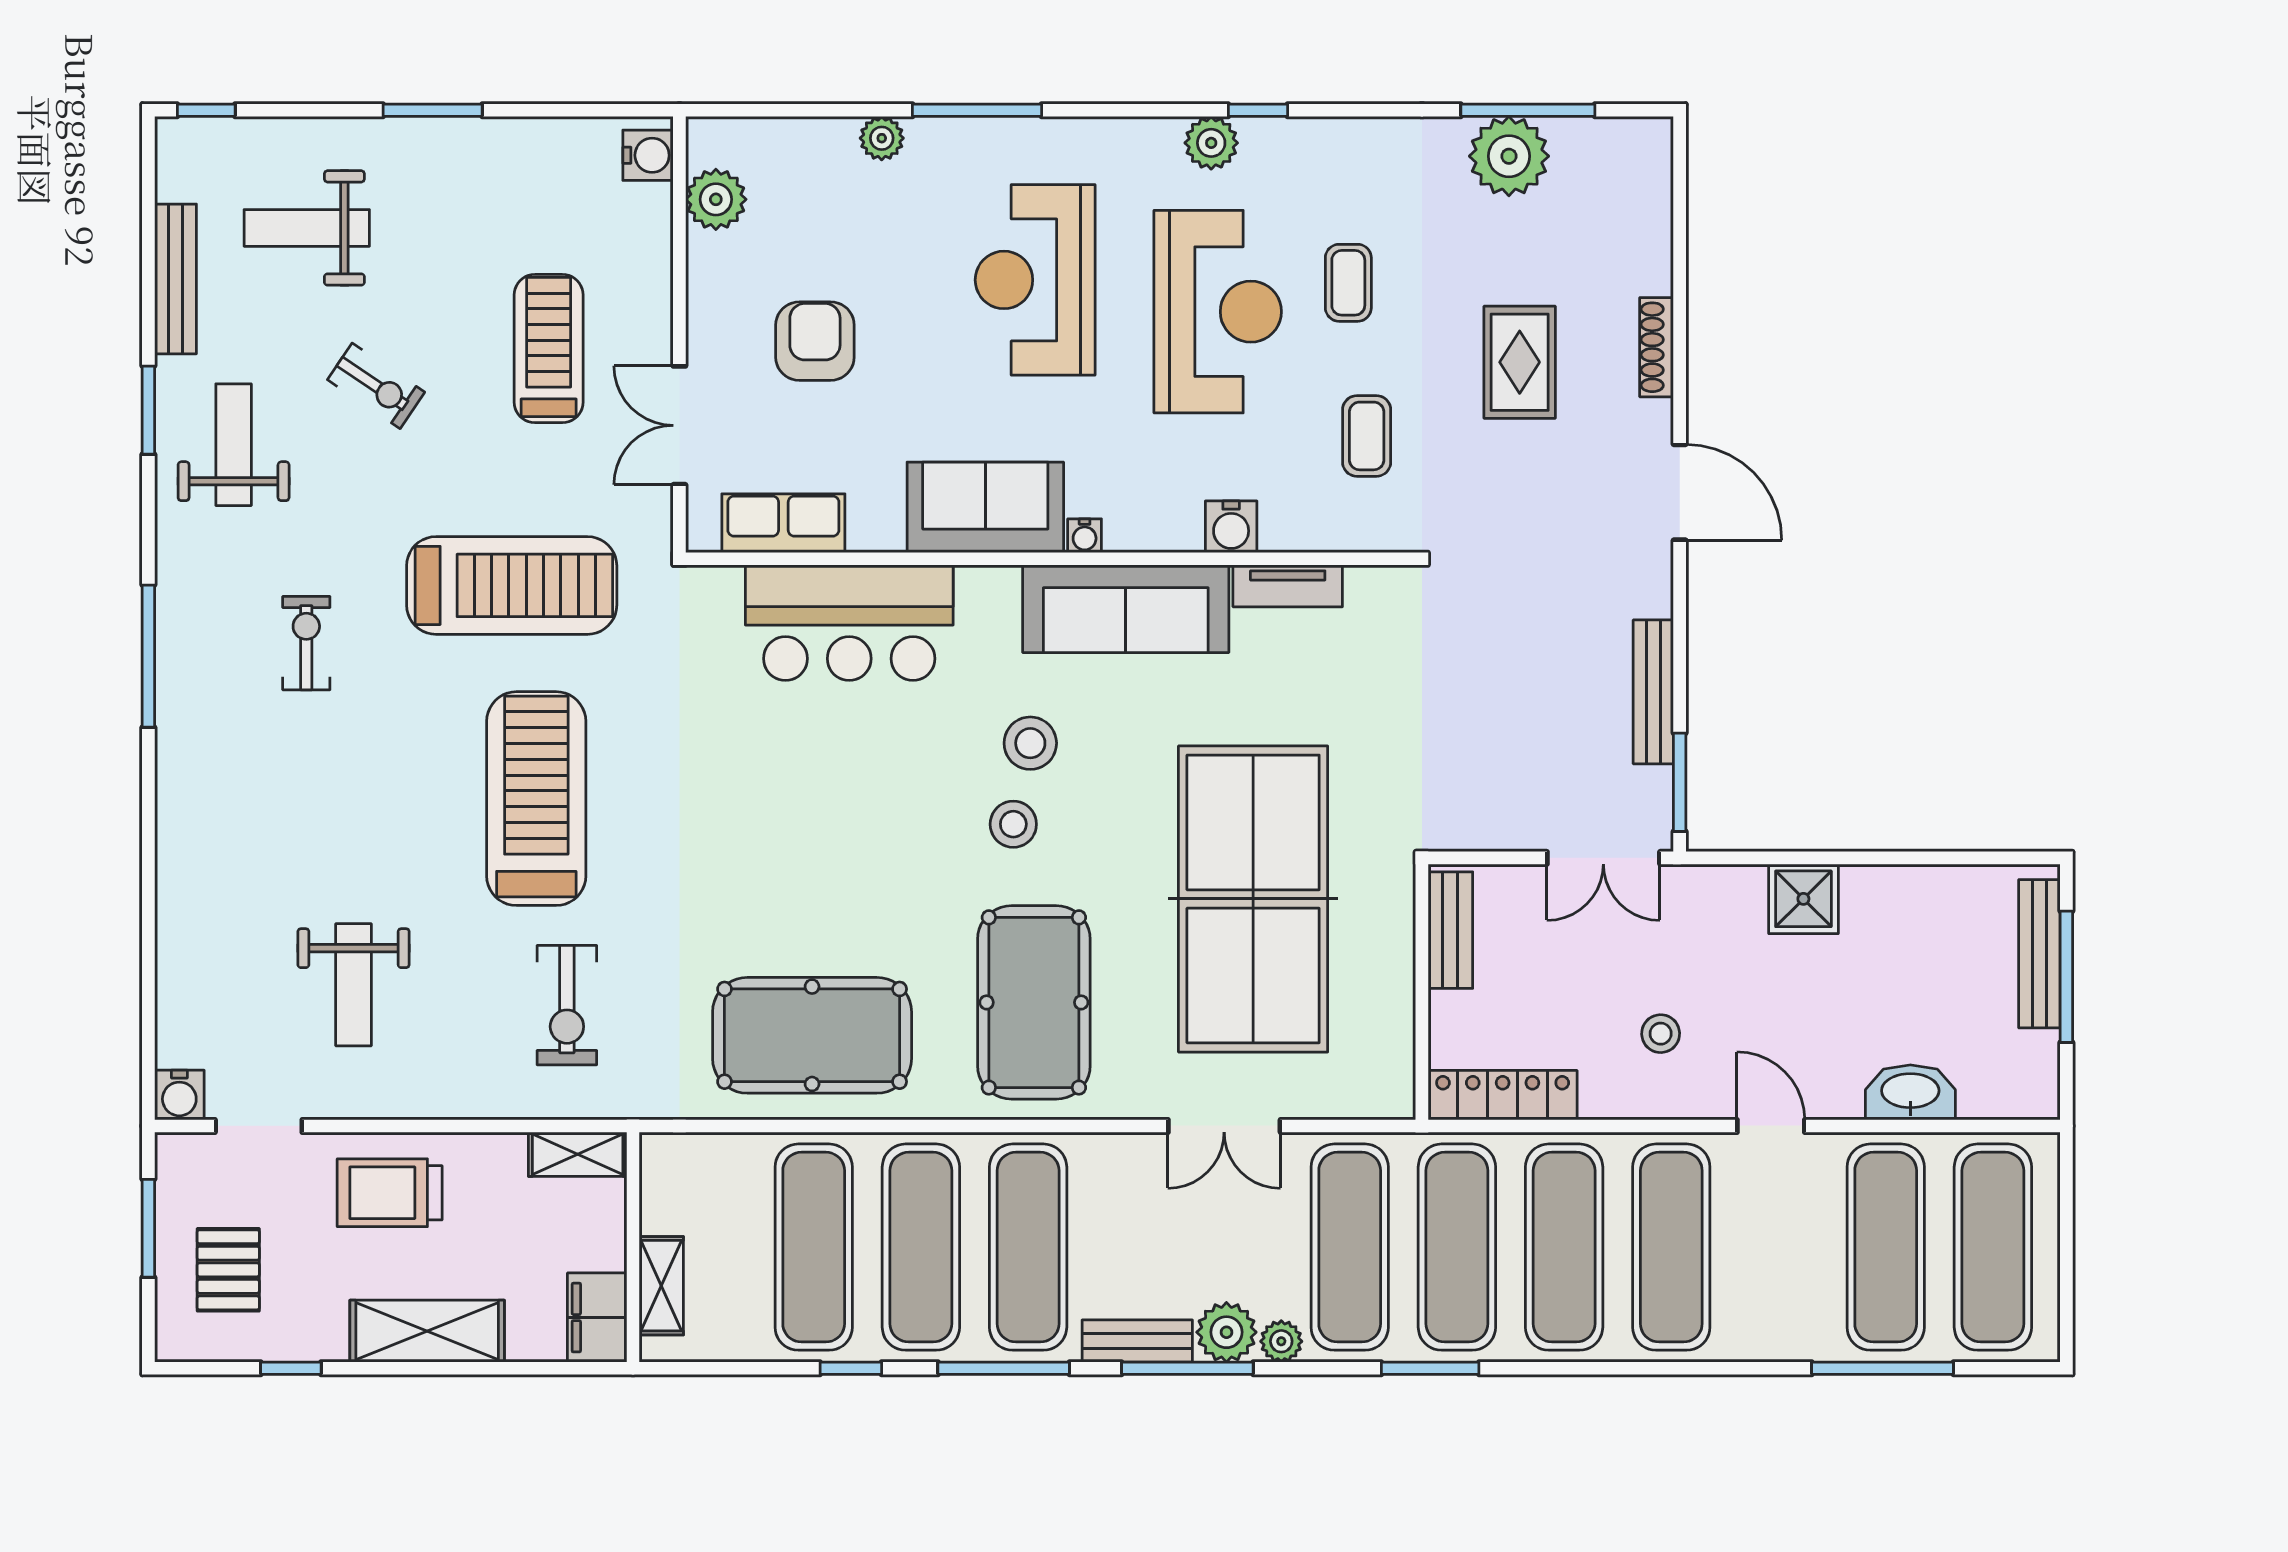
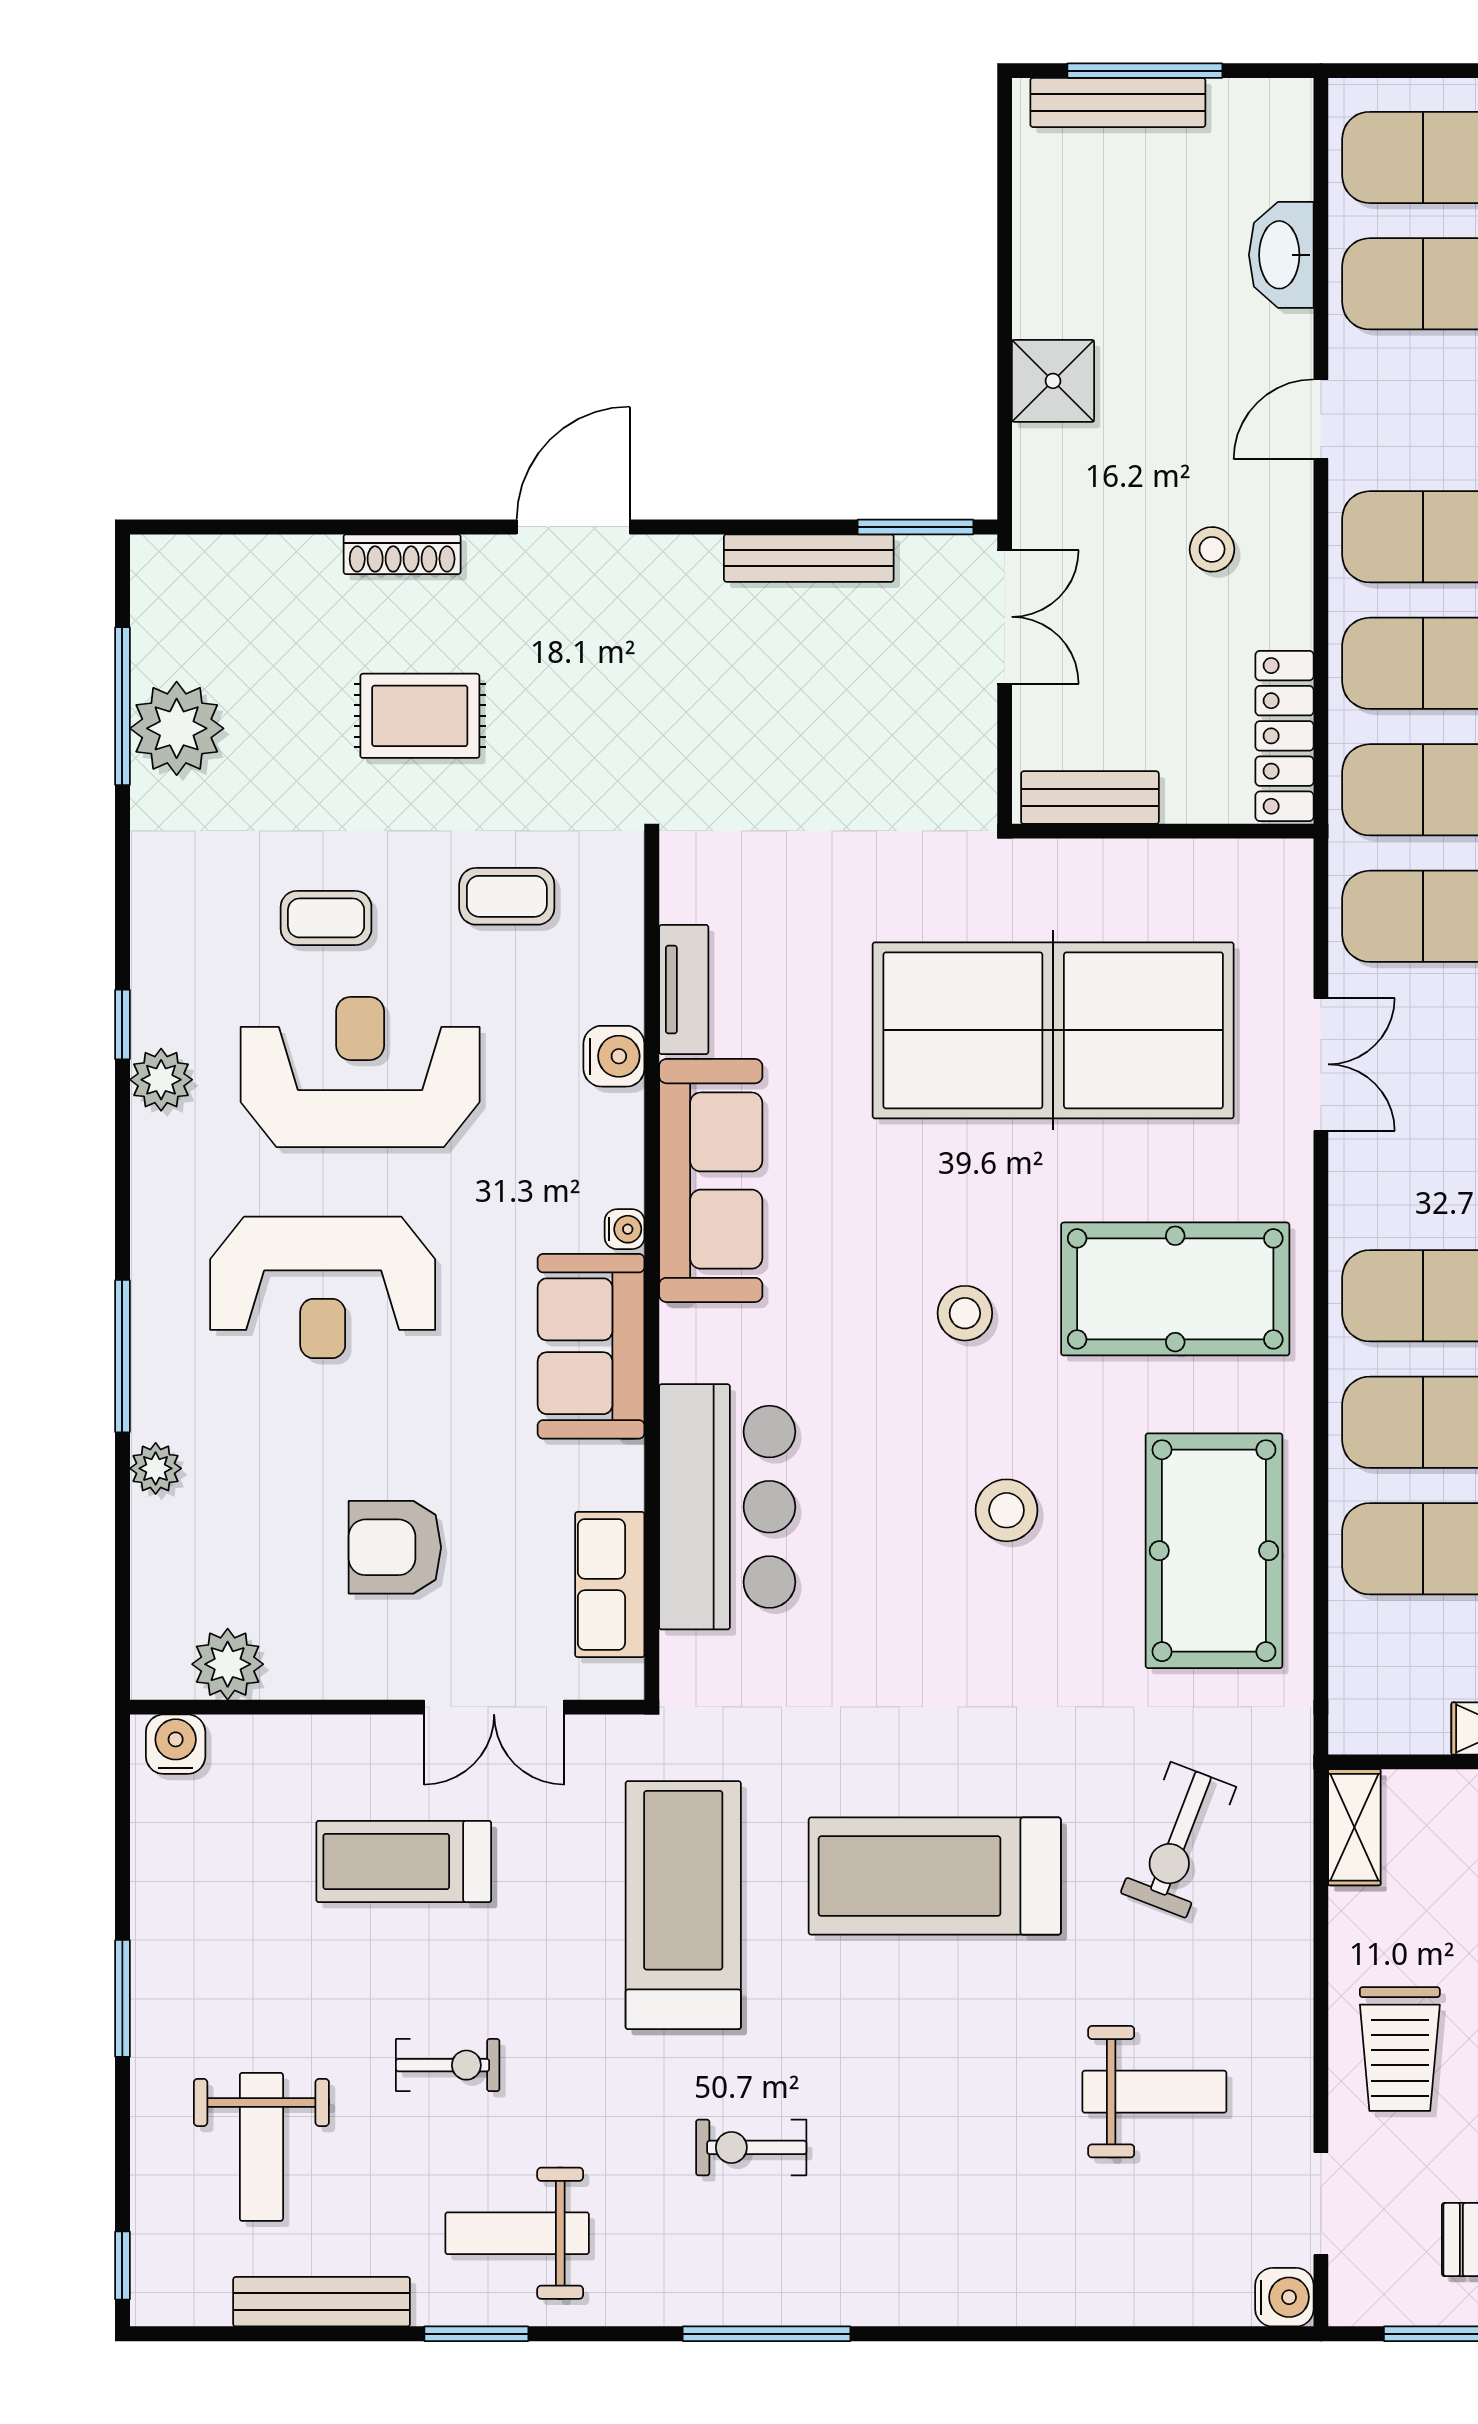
exercise bike: (376, 386) -> (448, 2065), turned 56
stool: (1030, 743) -> (1007, 1510), moved
exercise bike: (567, 1005) -> (1178, 1840), turned 111

